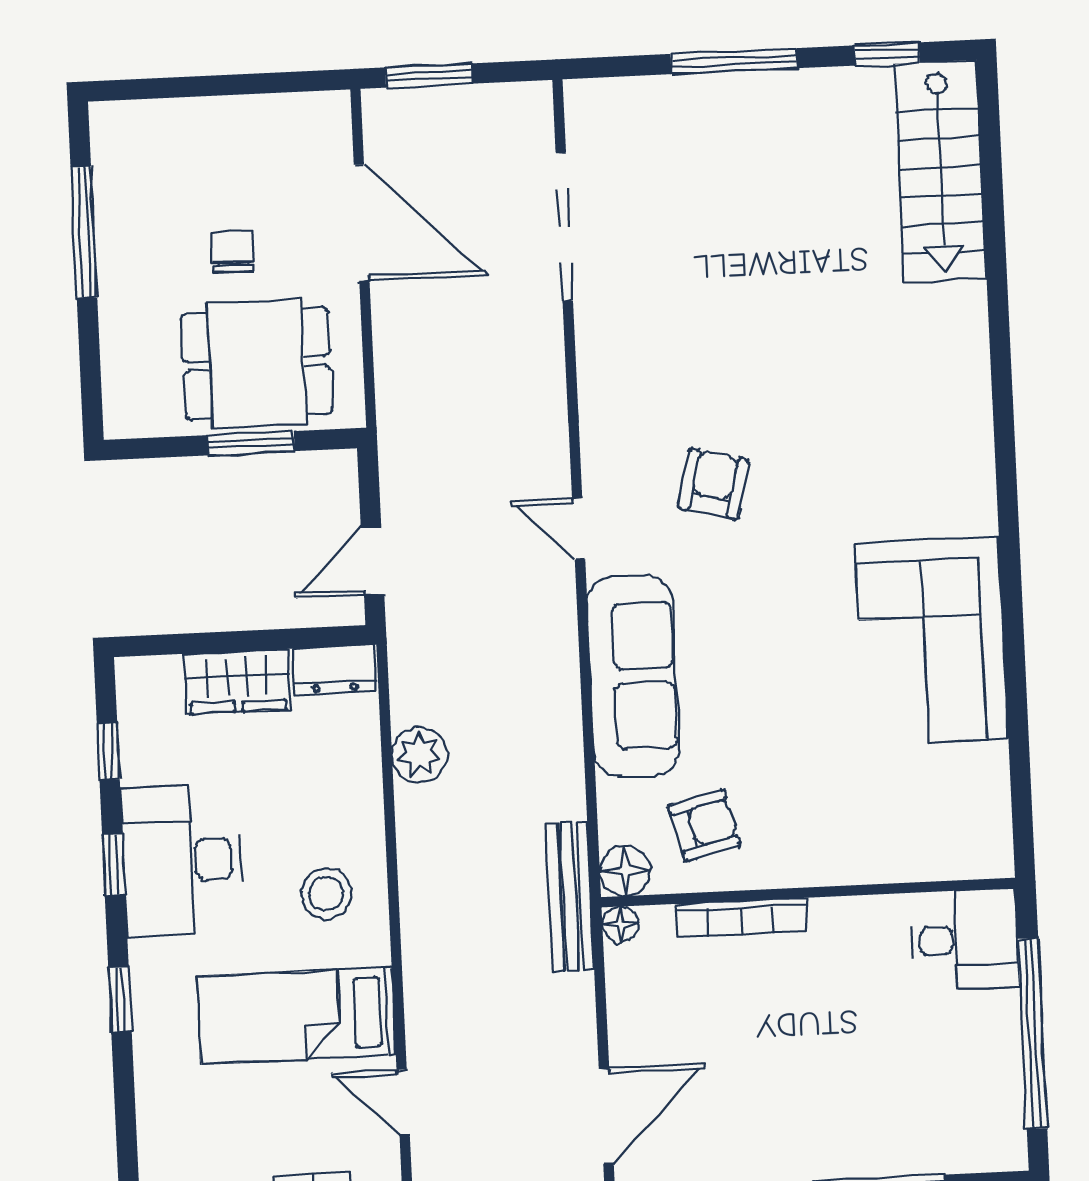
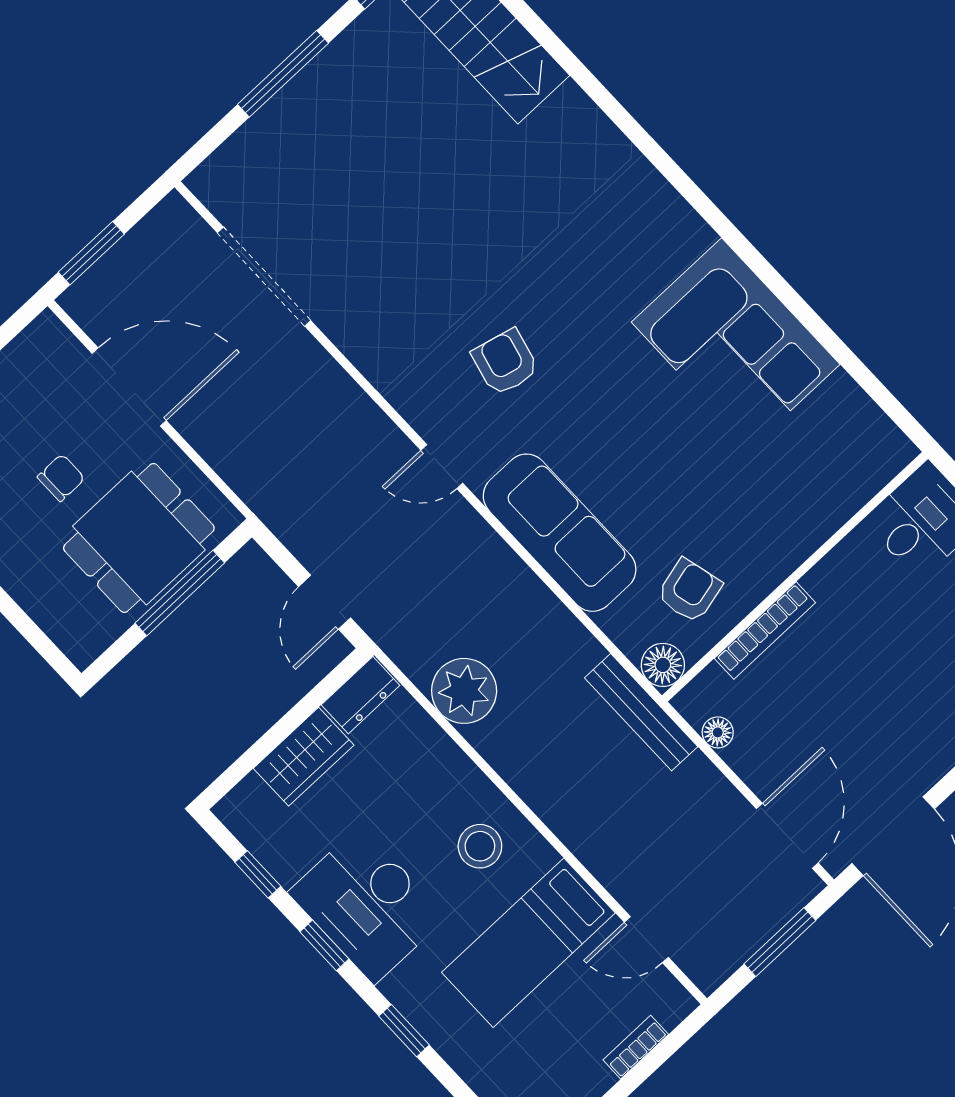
chair: (233, 252) -> (61, 478), turned 90
window: (251, 443) -> (180, 593), width x1.44
plant: (420, 755) -> (464, 691), width x1.36, depth x1.36
floor lamp: (620, 925) -> (718, 732), moved

